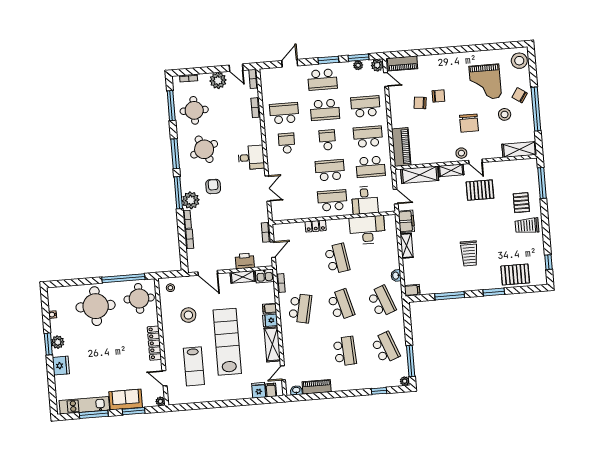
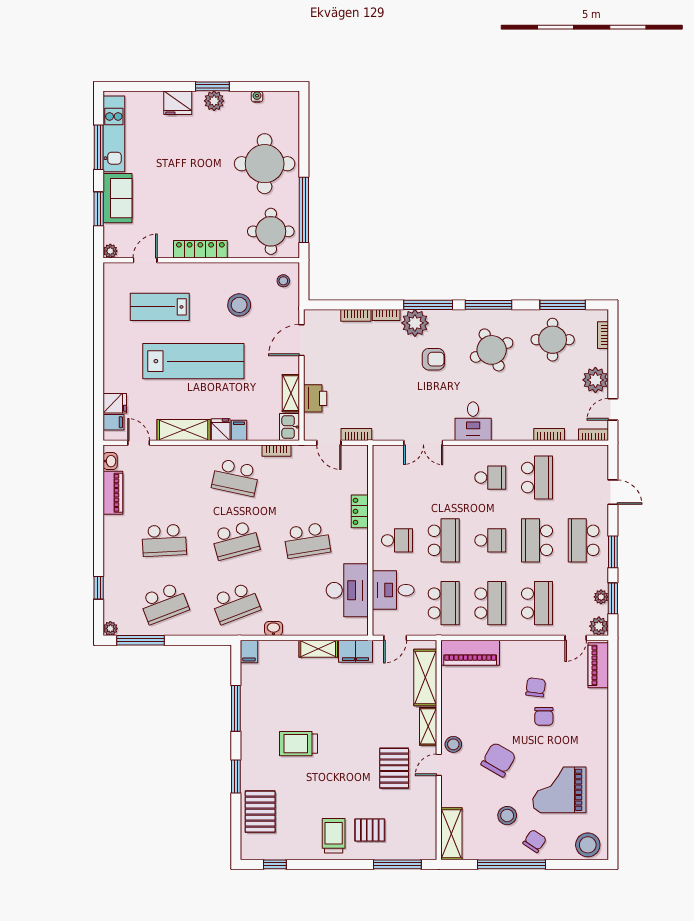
chair: (469, 123) -> (498, 760), turned 120
school desk: (371, 167) -> (444, 603), turned 180
school desk: (332, 200) -> (397, 540), width x0.54

